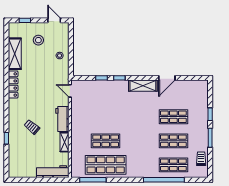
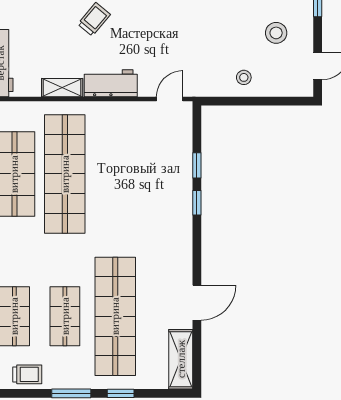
door: (167, 78) -> (197, 303), swing flipped
shelving: (143, 86) -> (181, 359), moved
shop shelf: (173, 117) -> (115, 316), width x2.00, depth x1.36
shop shelf: (106, 141) -> (65, 174), width x2.00, depth x1.36

